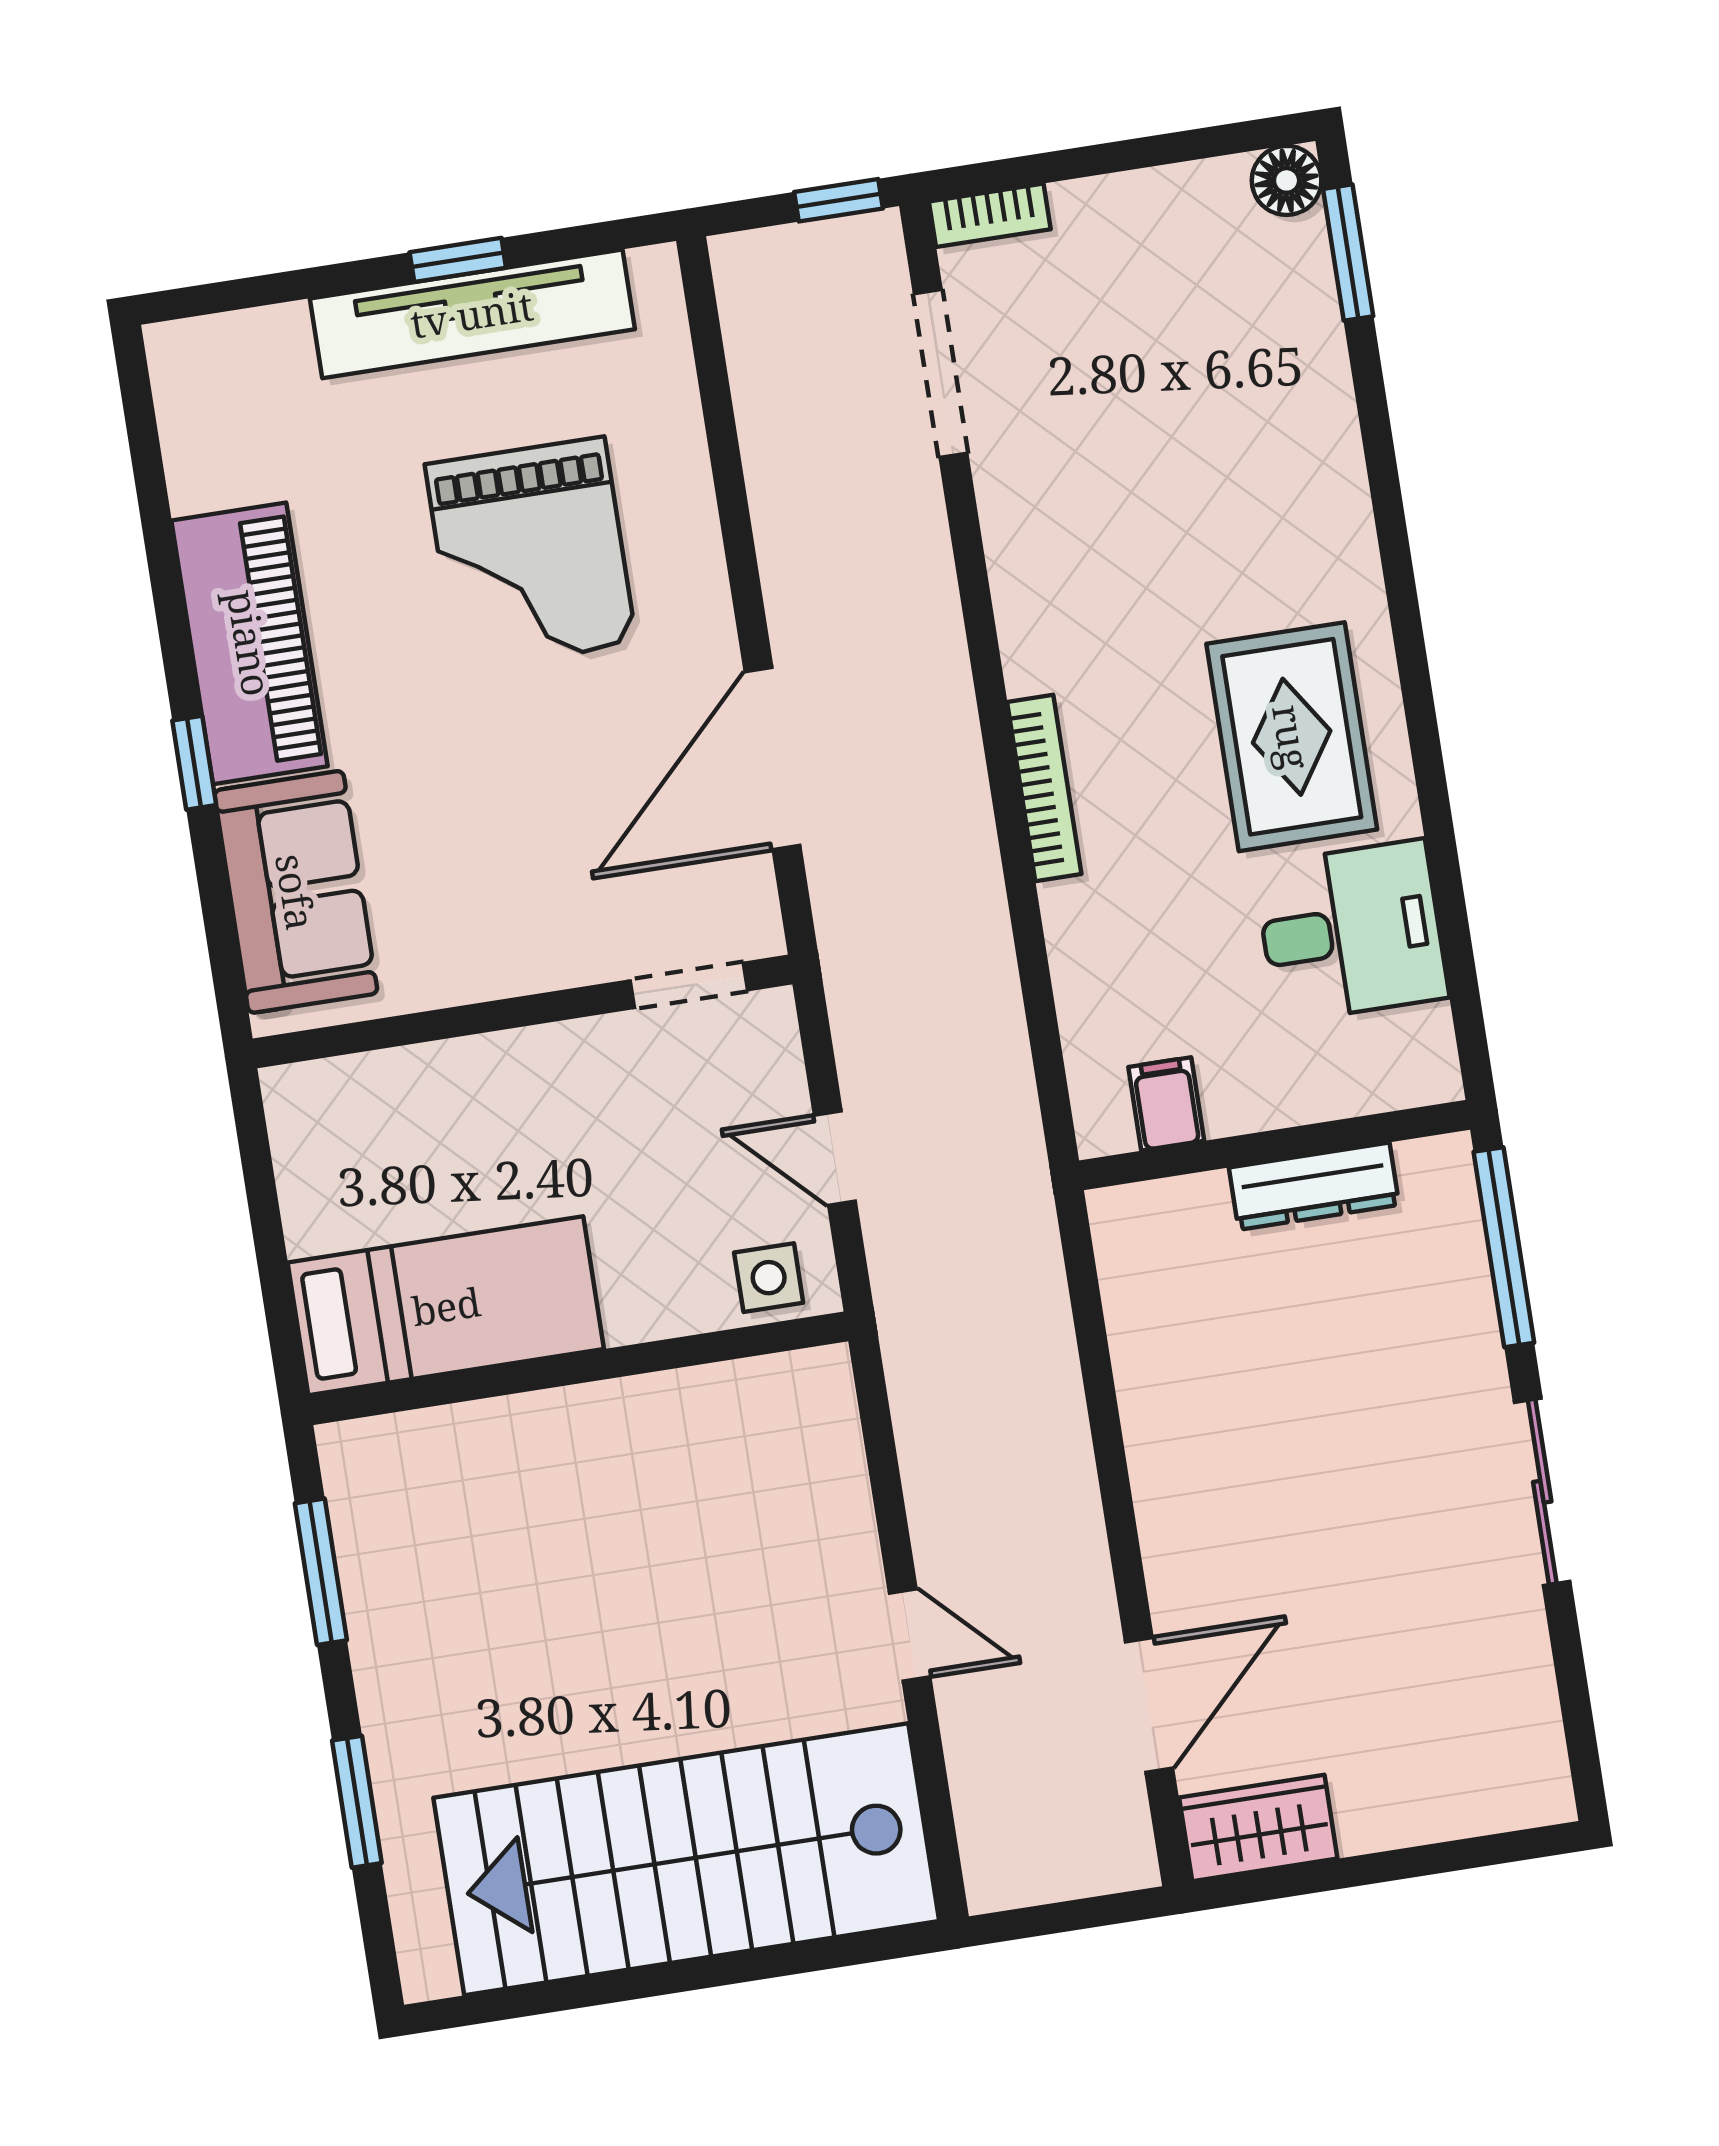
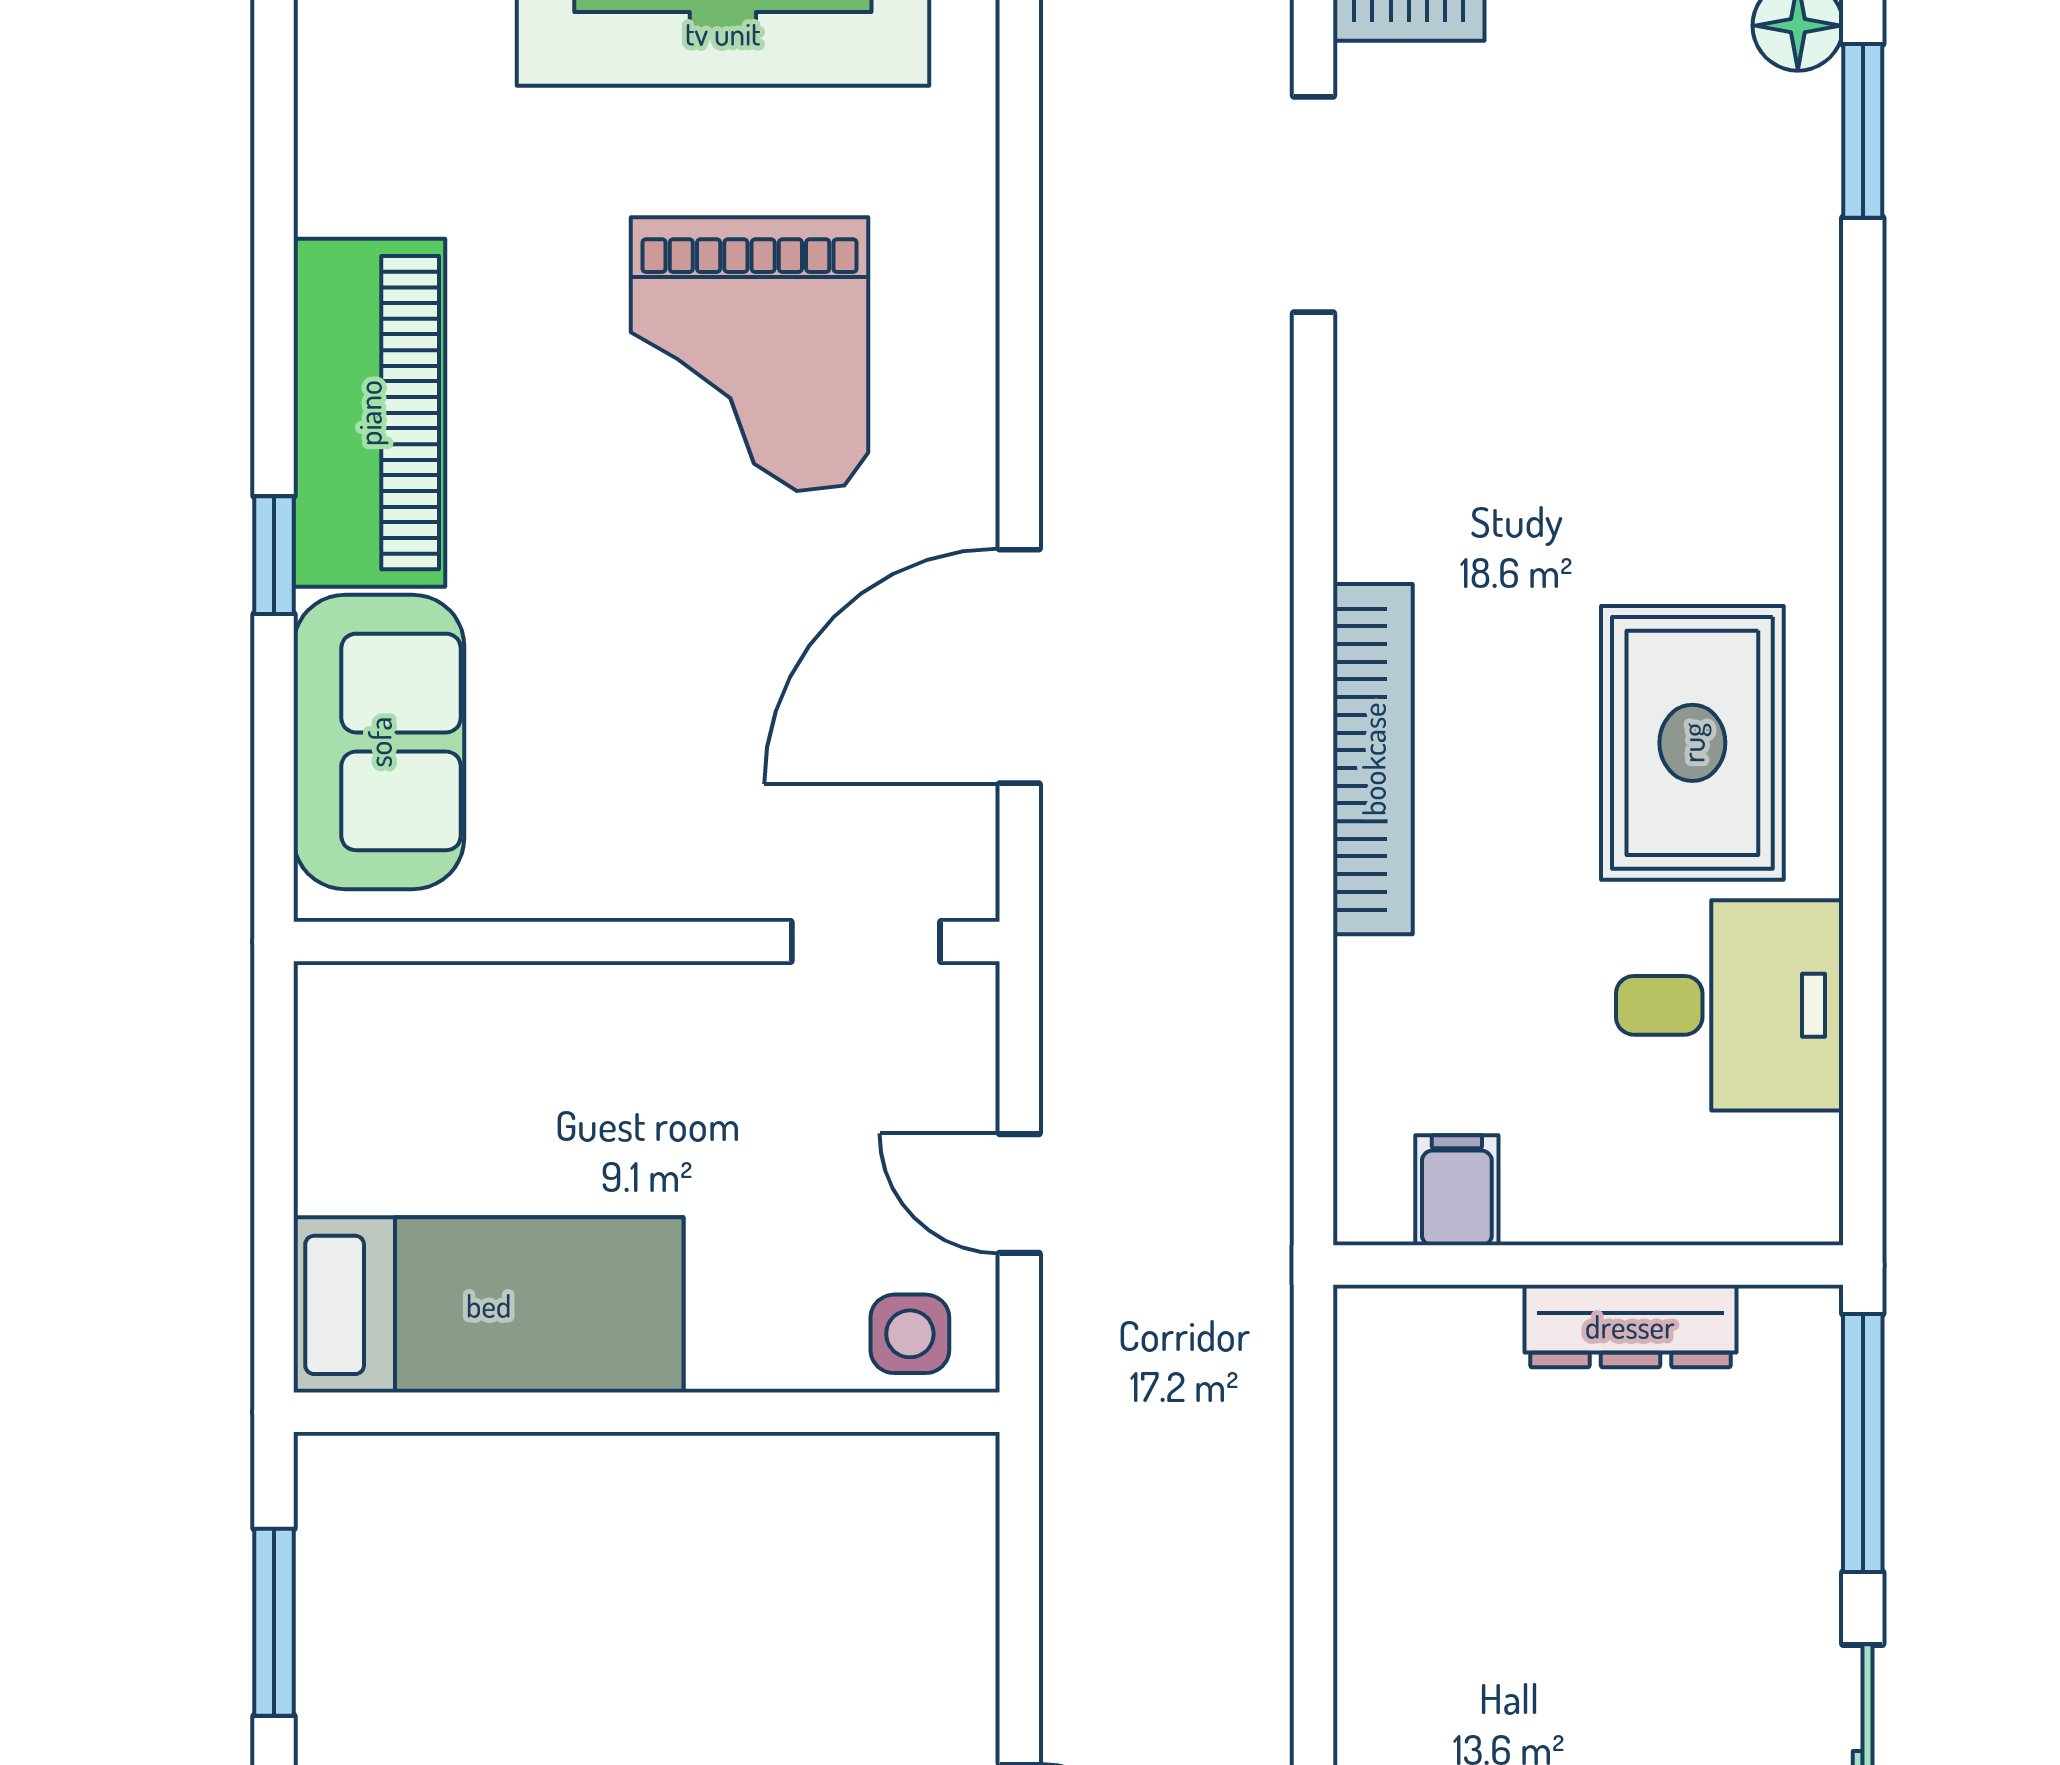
bookcase: (1044, 788) -> (1373, 759), width x1.48, depth x1.31

